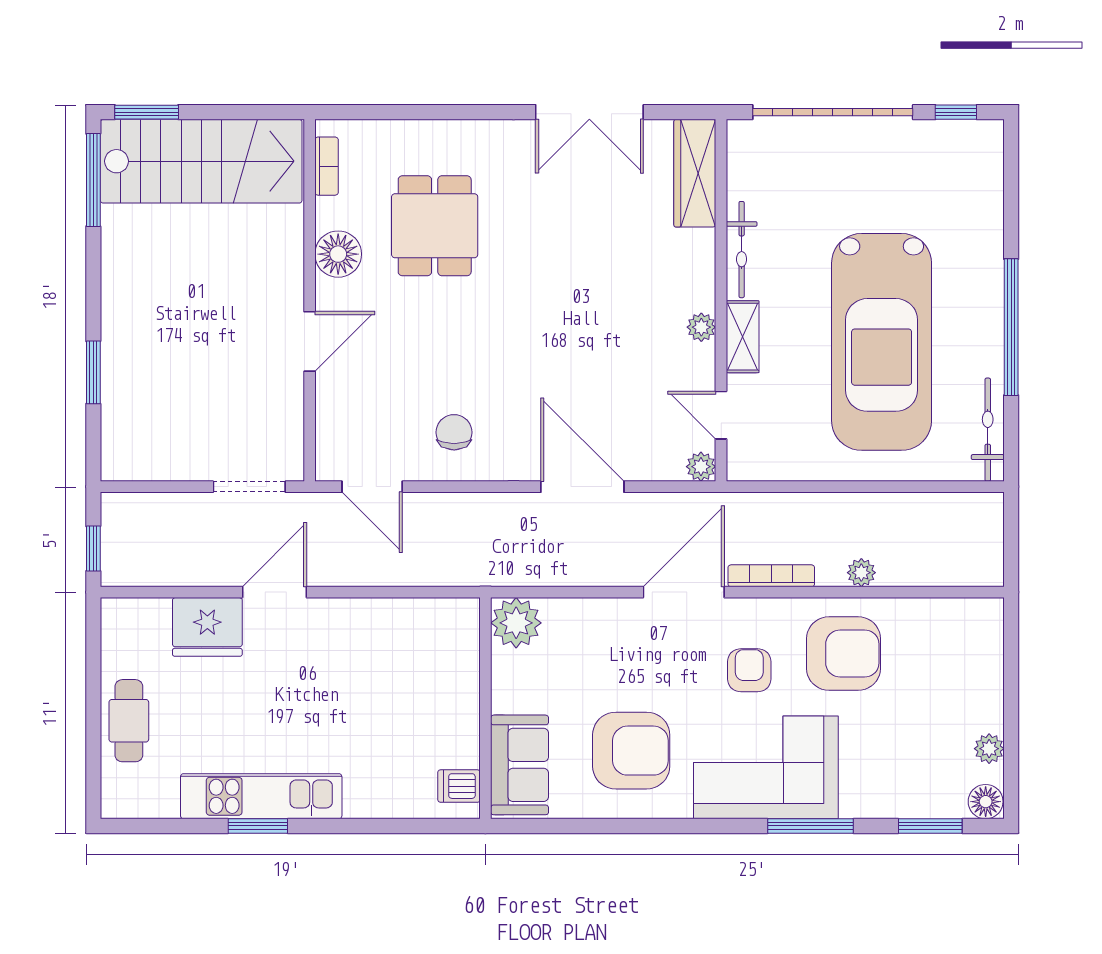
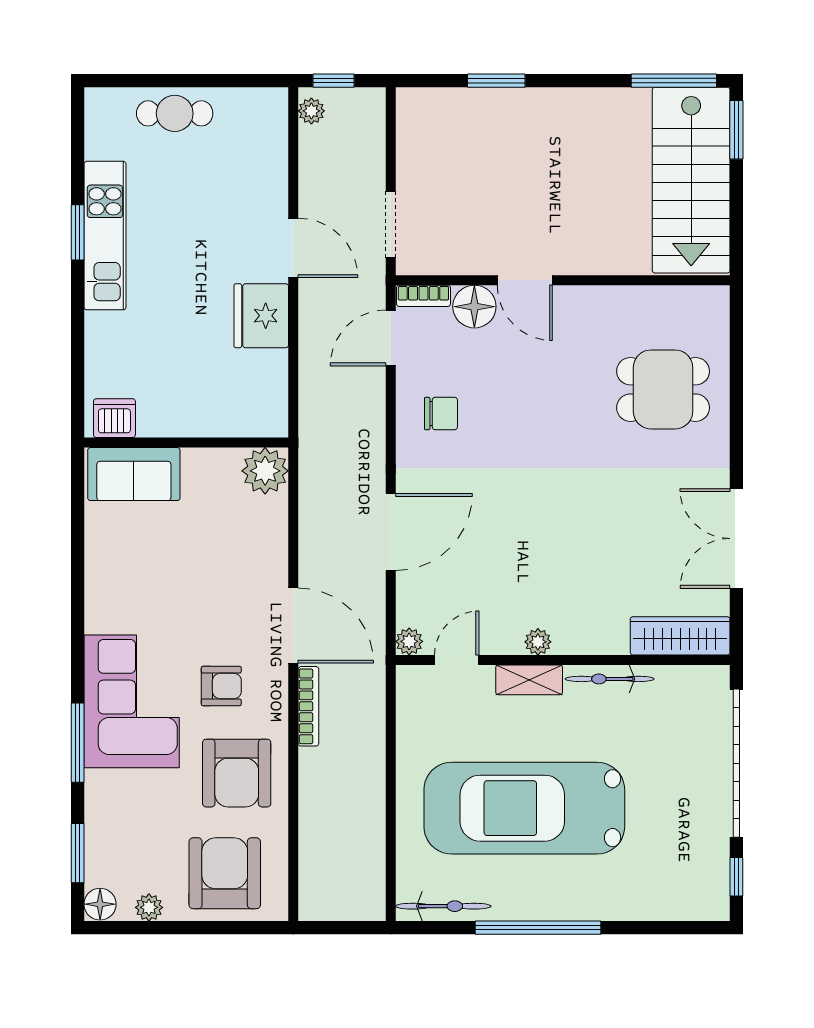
bookcase: (327, 166) -> (423, 296), moved
dining table: (435, 226) -> (663, 389), moved
floor lamp: (338, 254) -> (474, 307), moved
plant: (861, 573) -> (311, 111), moved
fridge: (207, 627) -> (261, 316), moved
armchair: (631, 751) -> (225, 873), moved, turned 180
dishwasher: (459, 786) -> (114, 418), width x1.38

